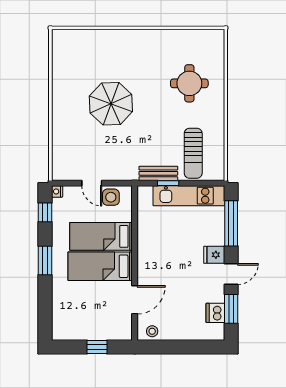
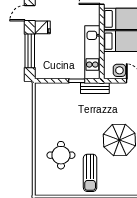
sun lounger: (193, 153) -> (90, 173), moved, turned 180
bench: (158, 173) -> (95, 88), moved
kitchen unit: (189, 196) -> (92, 52), moved, turned -90

